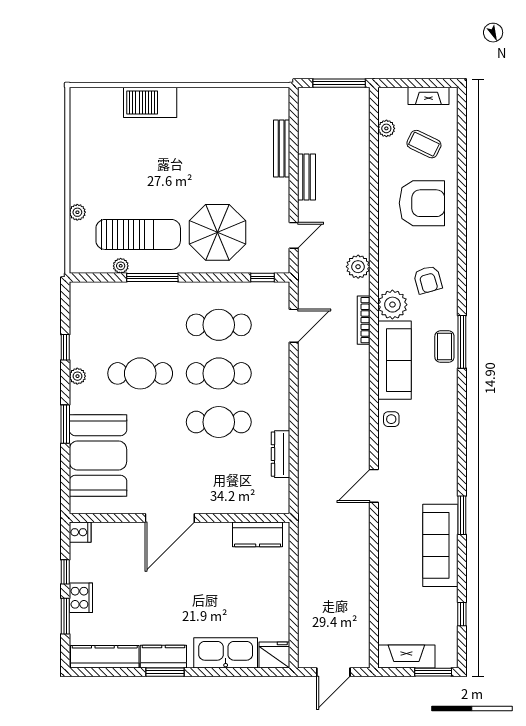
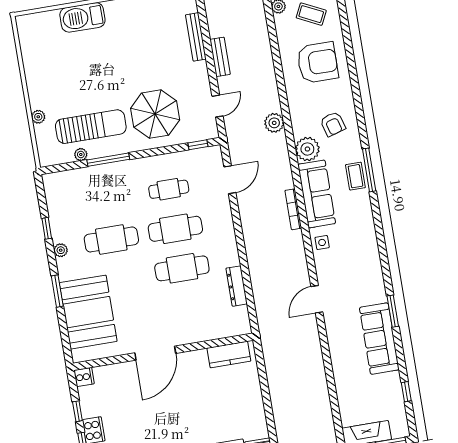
bookcase: (364, 320) -> (293, 209), moved
cafe table: (219, 325) -> (169, 189), width x0.73, depth x0.74

